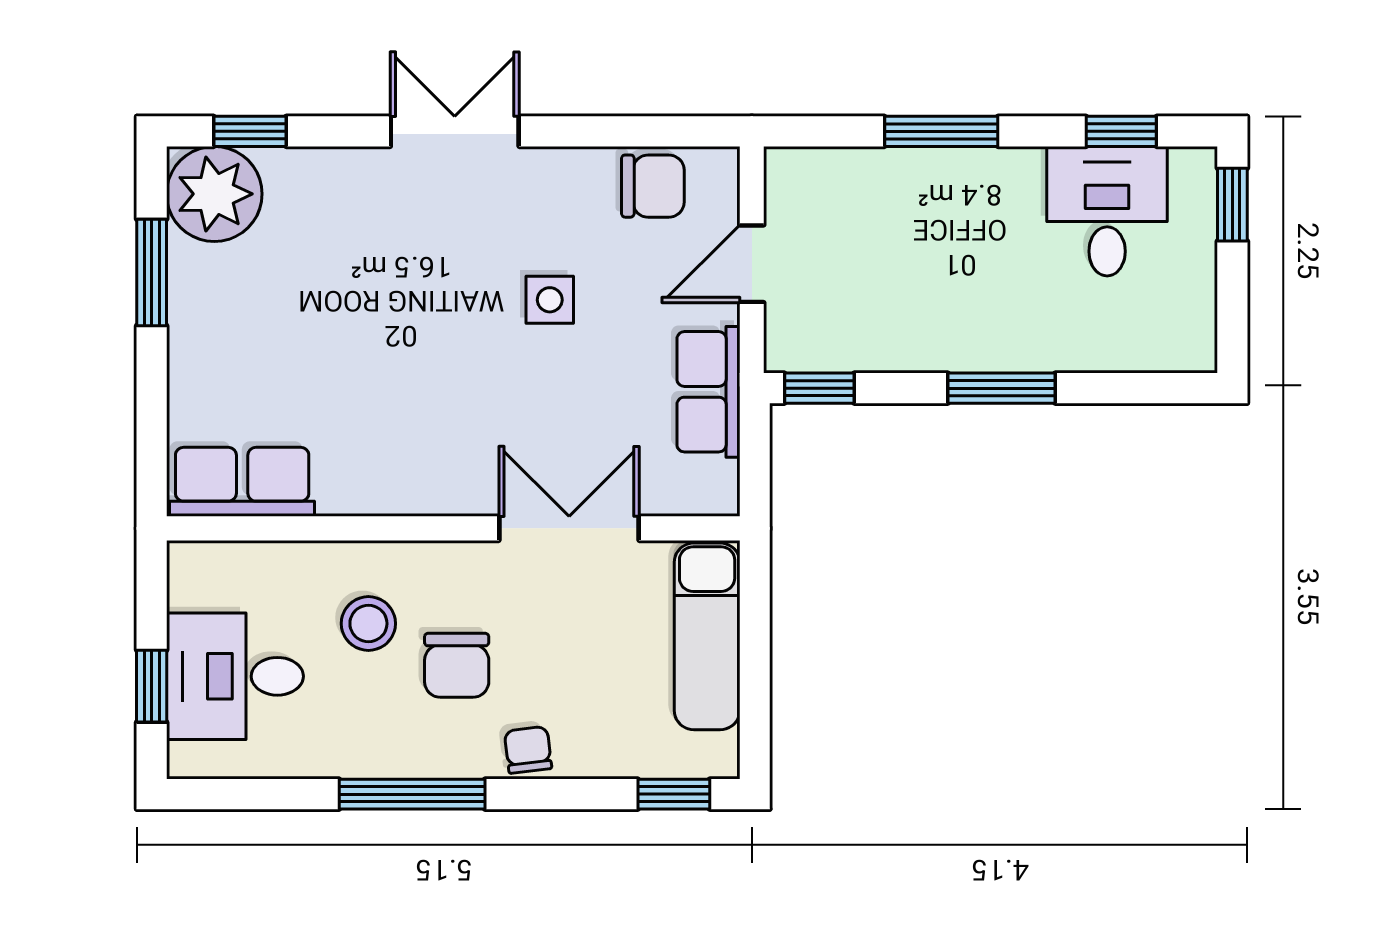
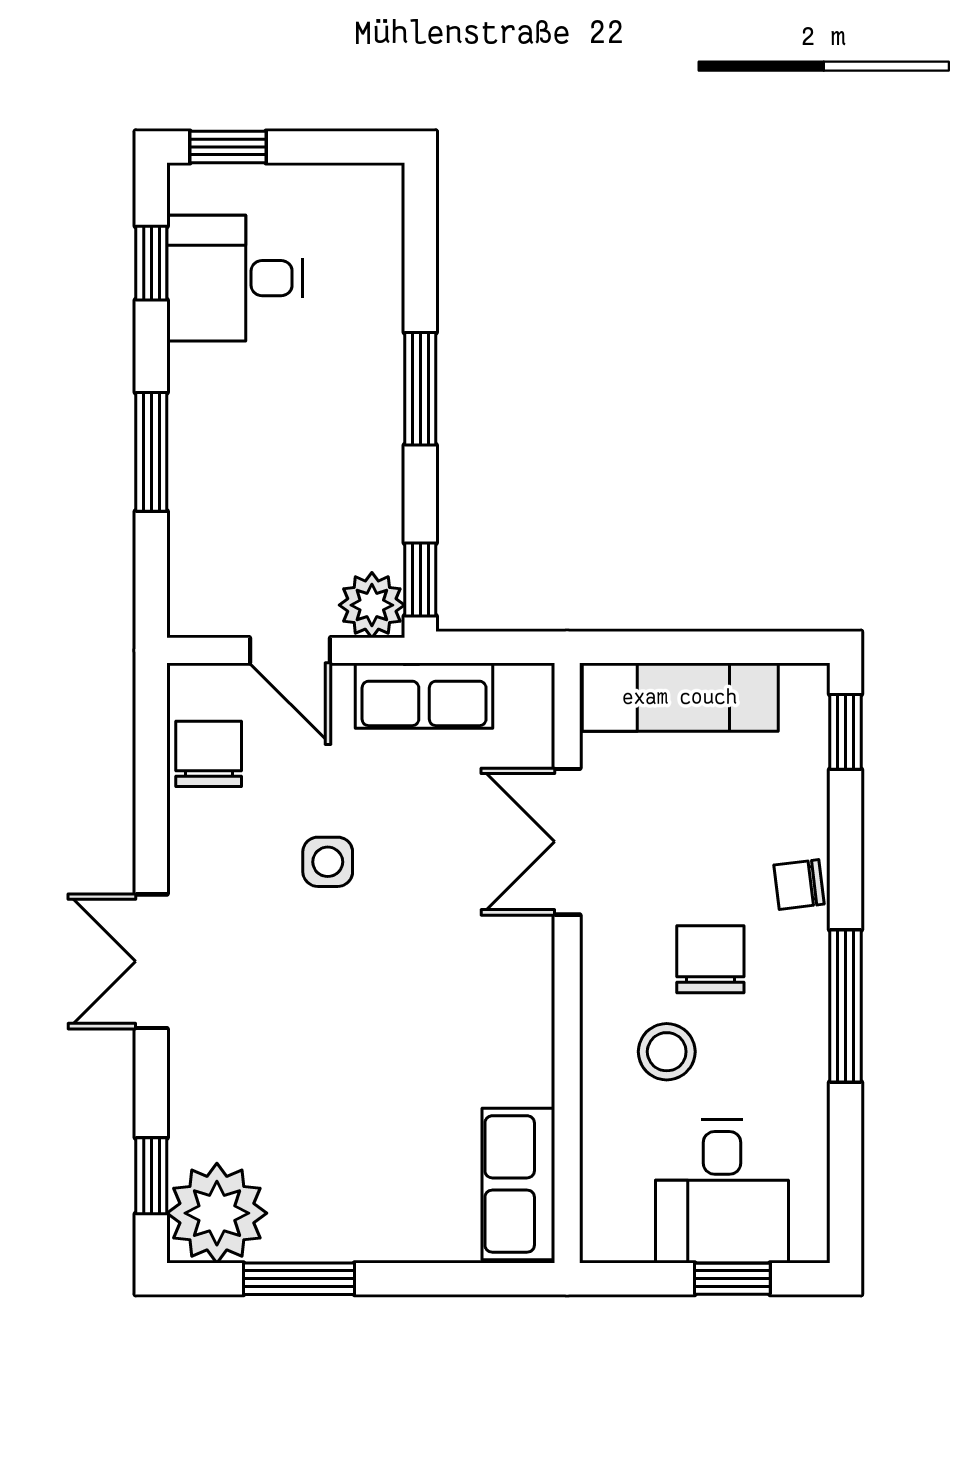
plant: (795, 342) -> (372, 605), added
chair: (457, 665) -> (710, 959), turned -90

